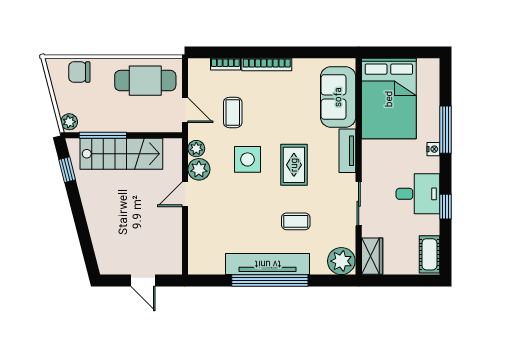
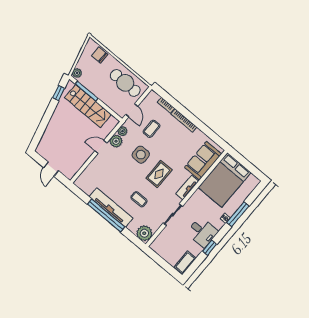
wardrobe: (372, 256) -> (160, 242), removed

